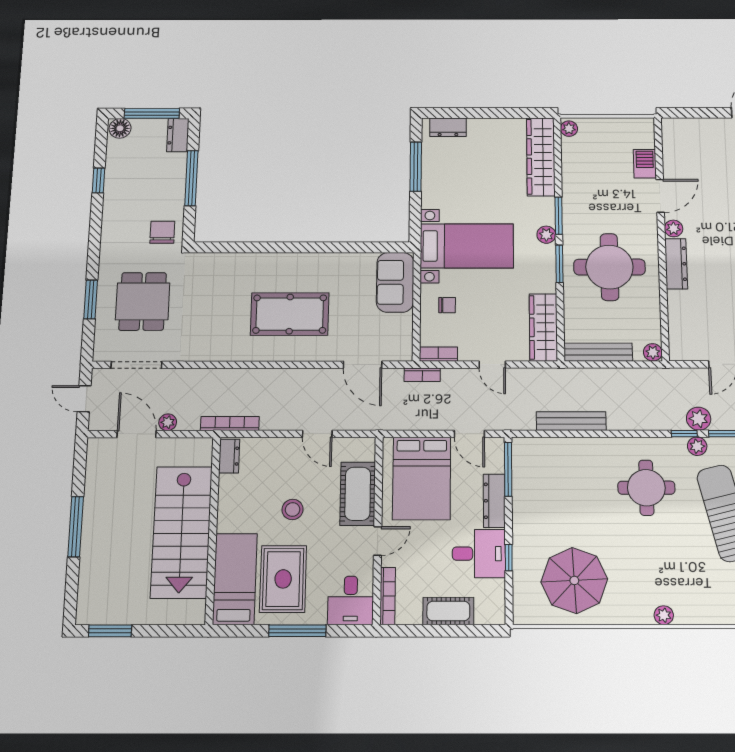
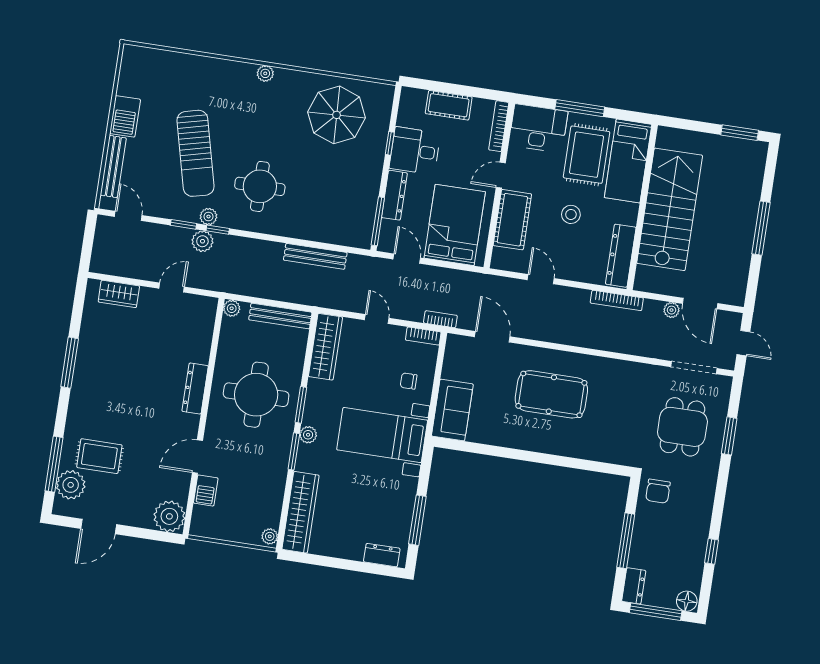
plant: (674, 228) -> (169, 516), moved, width x1.88, depth x1.88
dresser: (229, 456) -> (621, 256), width x1.96, depth x1.24
desk: (351, 600) -> (538, 128), width x1.37

